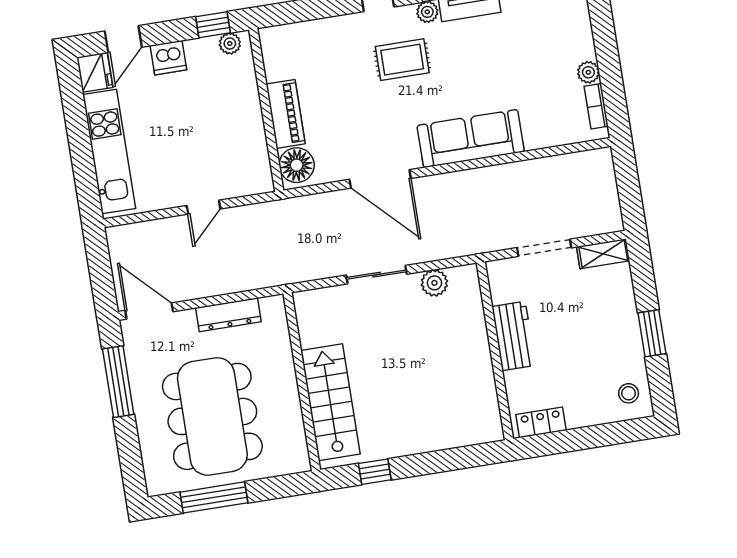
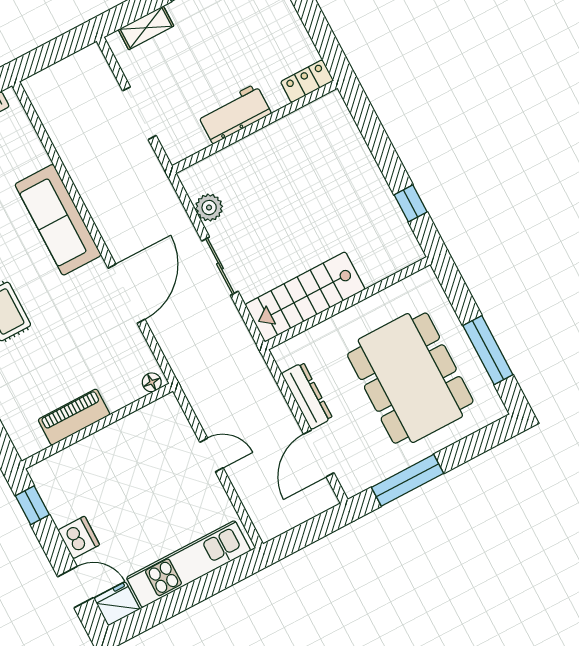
plant: (230, 44) -> (45, 483), removed
piano: (286, 114) -> (74, 417), moved
floor lamp: (297, 165) -> (152, 382), width x0.53, depth x0.53
shelving: (603, 254) -> (146, 28), moved, turned 90
door: (149, 311) -> (319, 453), moved
stairs: (330, 402) -> (305, 297), moved
dining table: (212, 416) -> (410, 378), turned 90
locker: (541, 422) -> (307, 81), moved, turned 90

